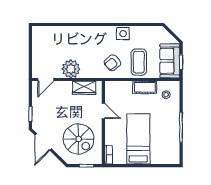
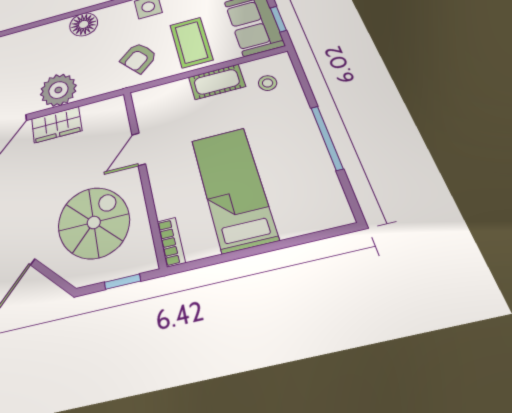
floor lamp: (89, 33) -> (84, 24), added
wardrobe: (84, 88) -> (57, 125), moved
door: (103, 111) -> (139, 149), swing flipped
spiral stairs: (79, 139) -> (94, 222), turned -90

